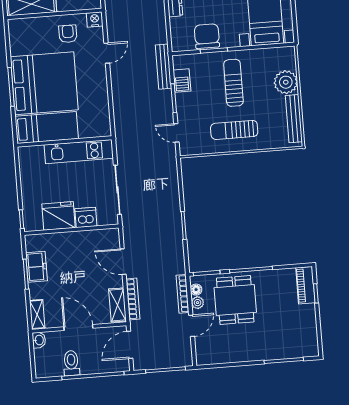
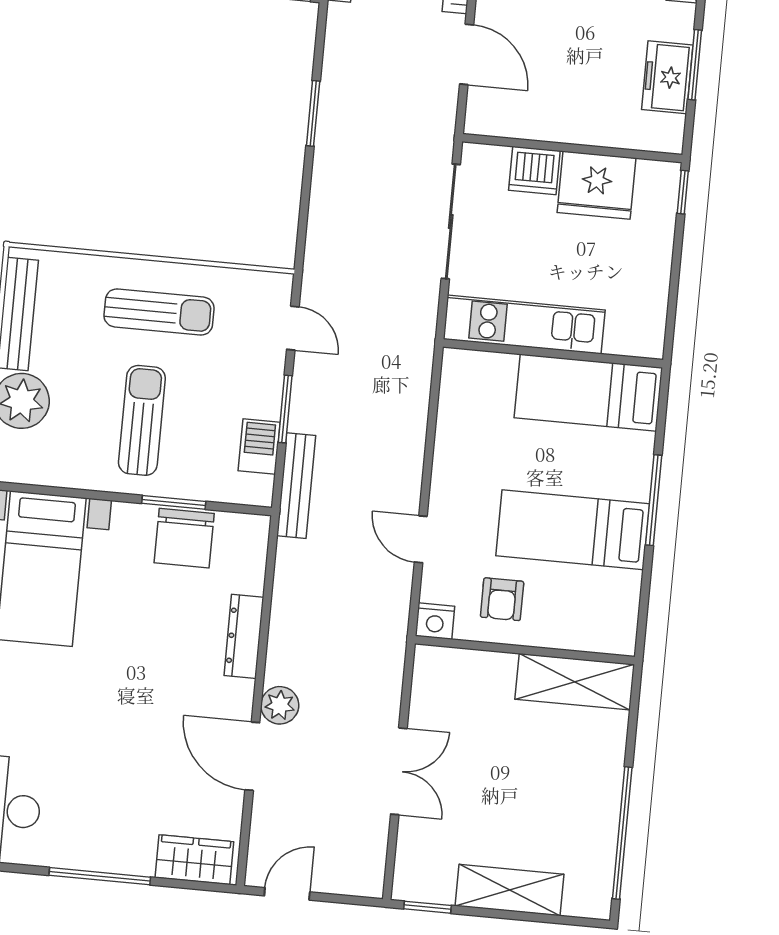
door: (107, 53) -> (421, 539), hinge flipped
bed: (44, 83) -> (573, 530), width x0.49
sun lounger: (233, 83) -> (142, 420), turned 180

